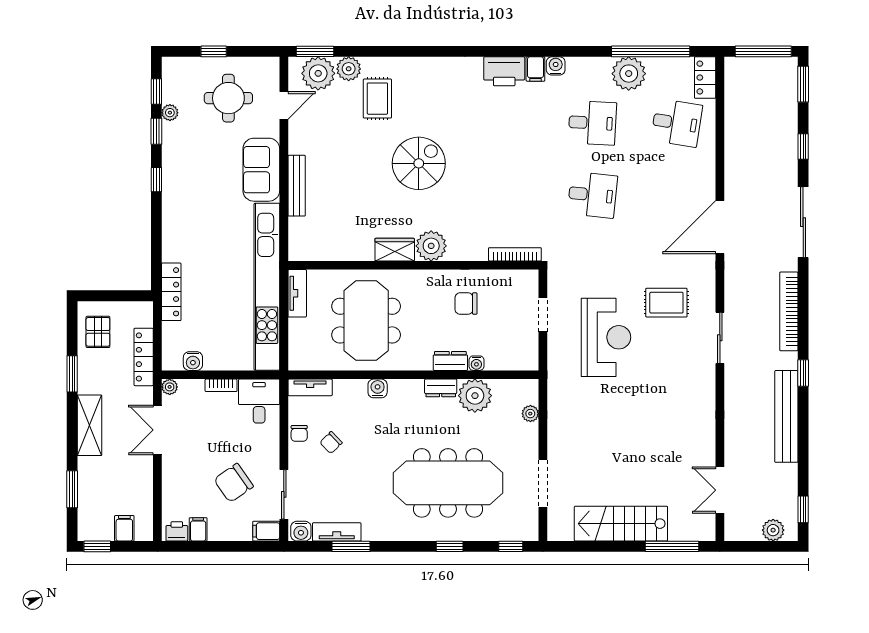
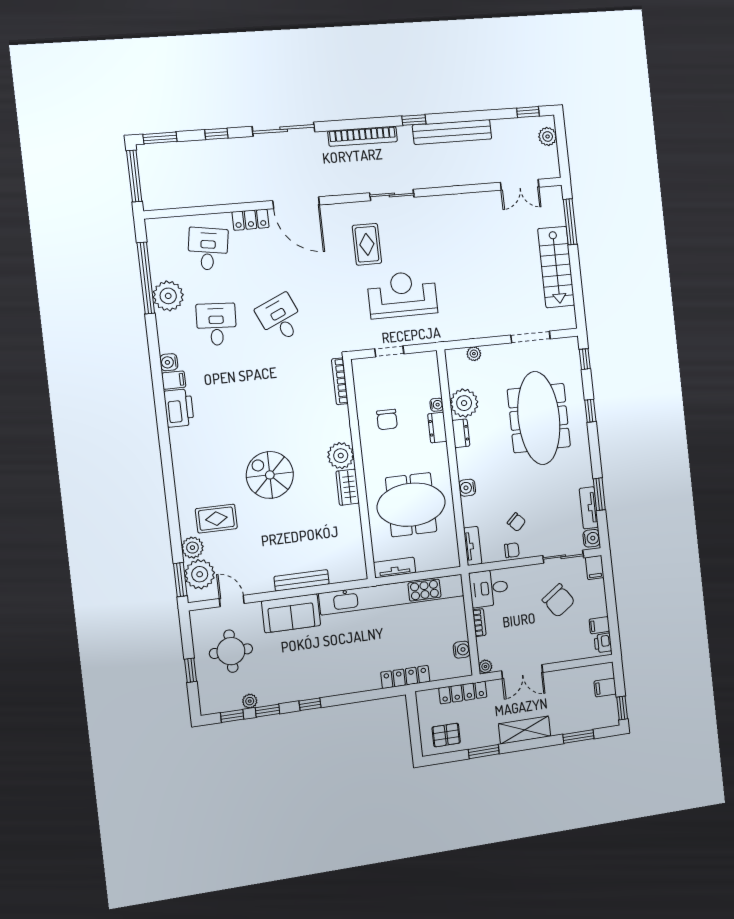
locker: (705, 78) -> (250, 220), moved
desk: (592, 195) -> (280, 318), turned -30

